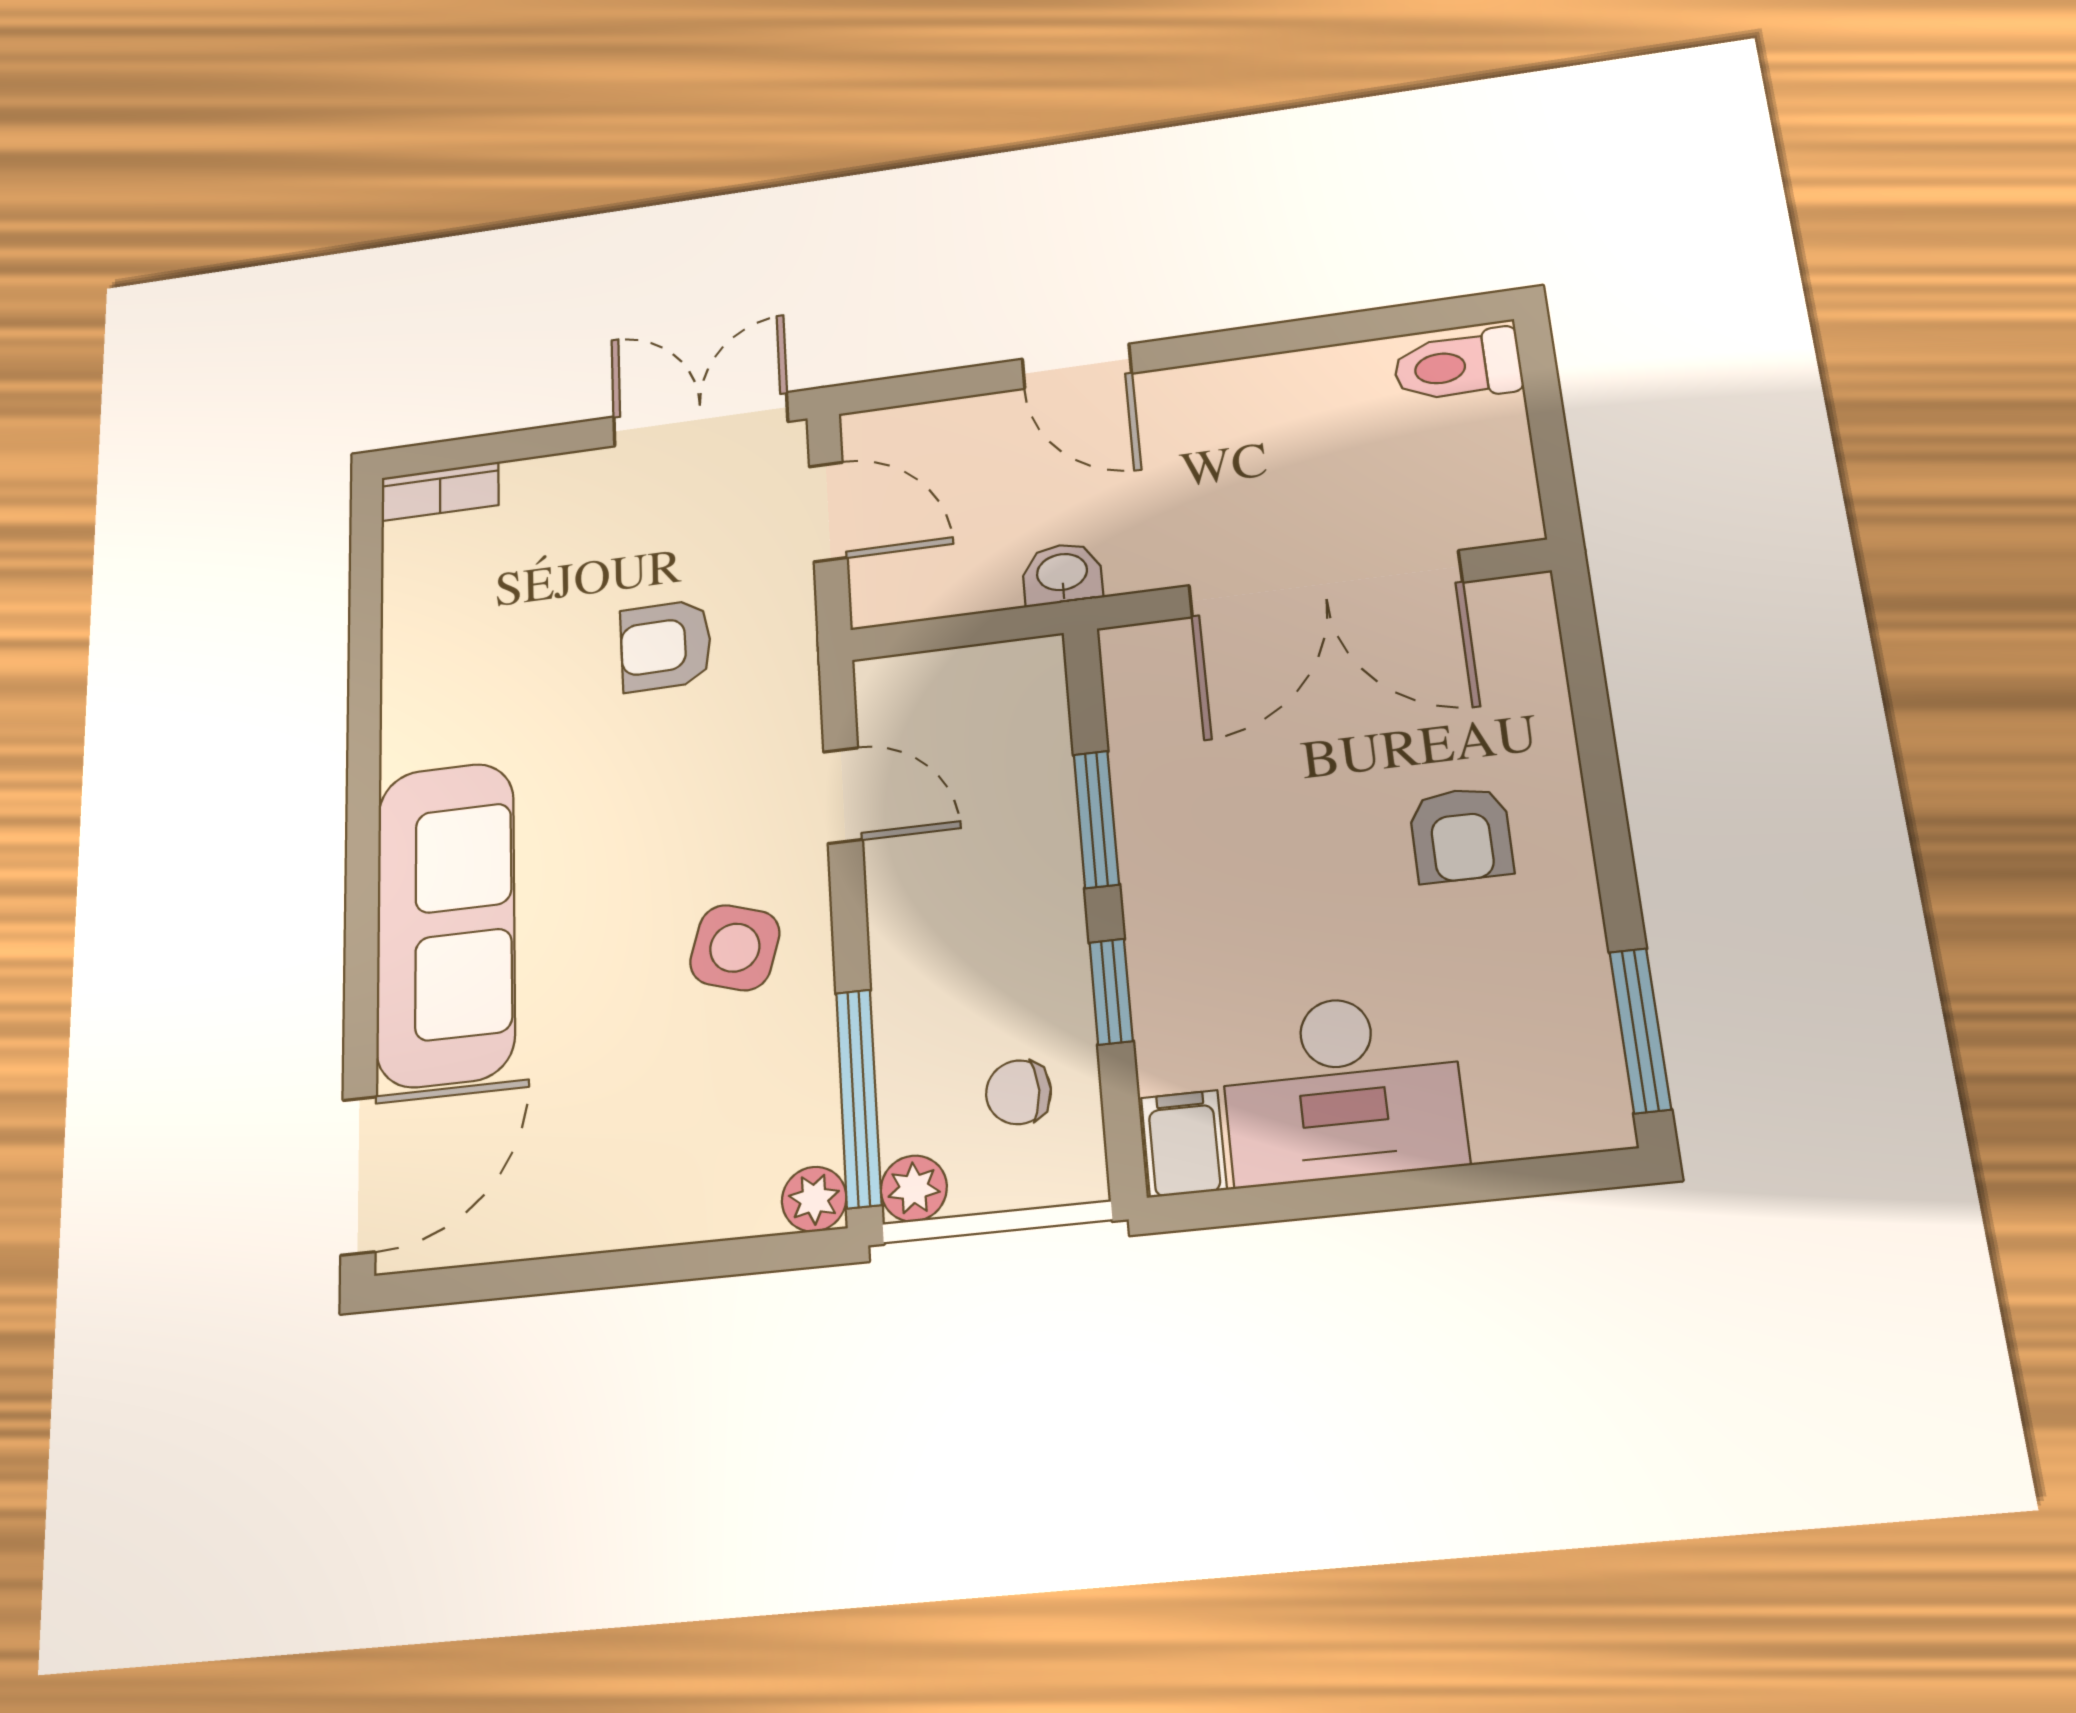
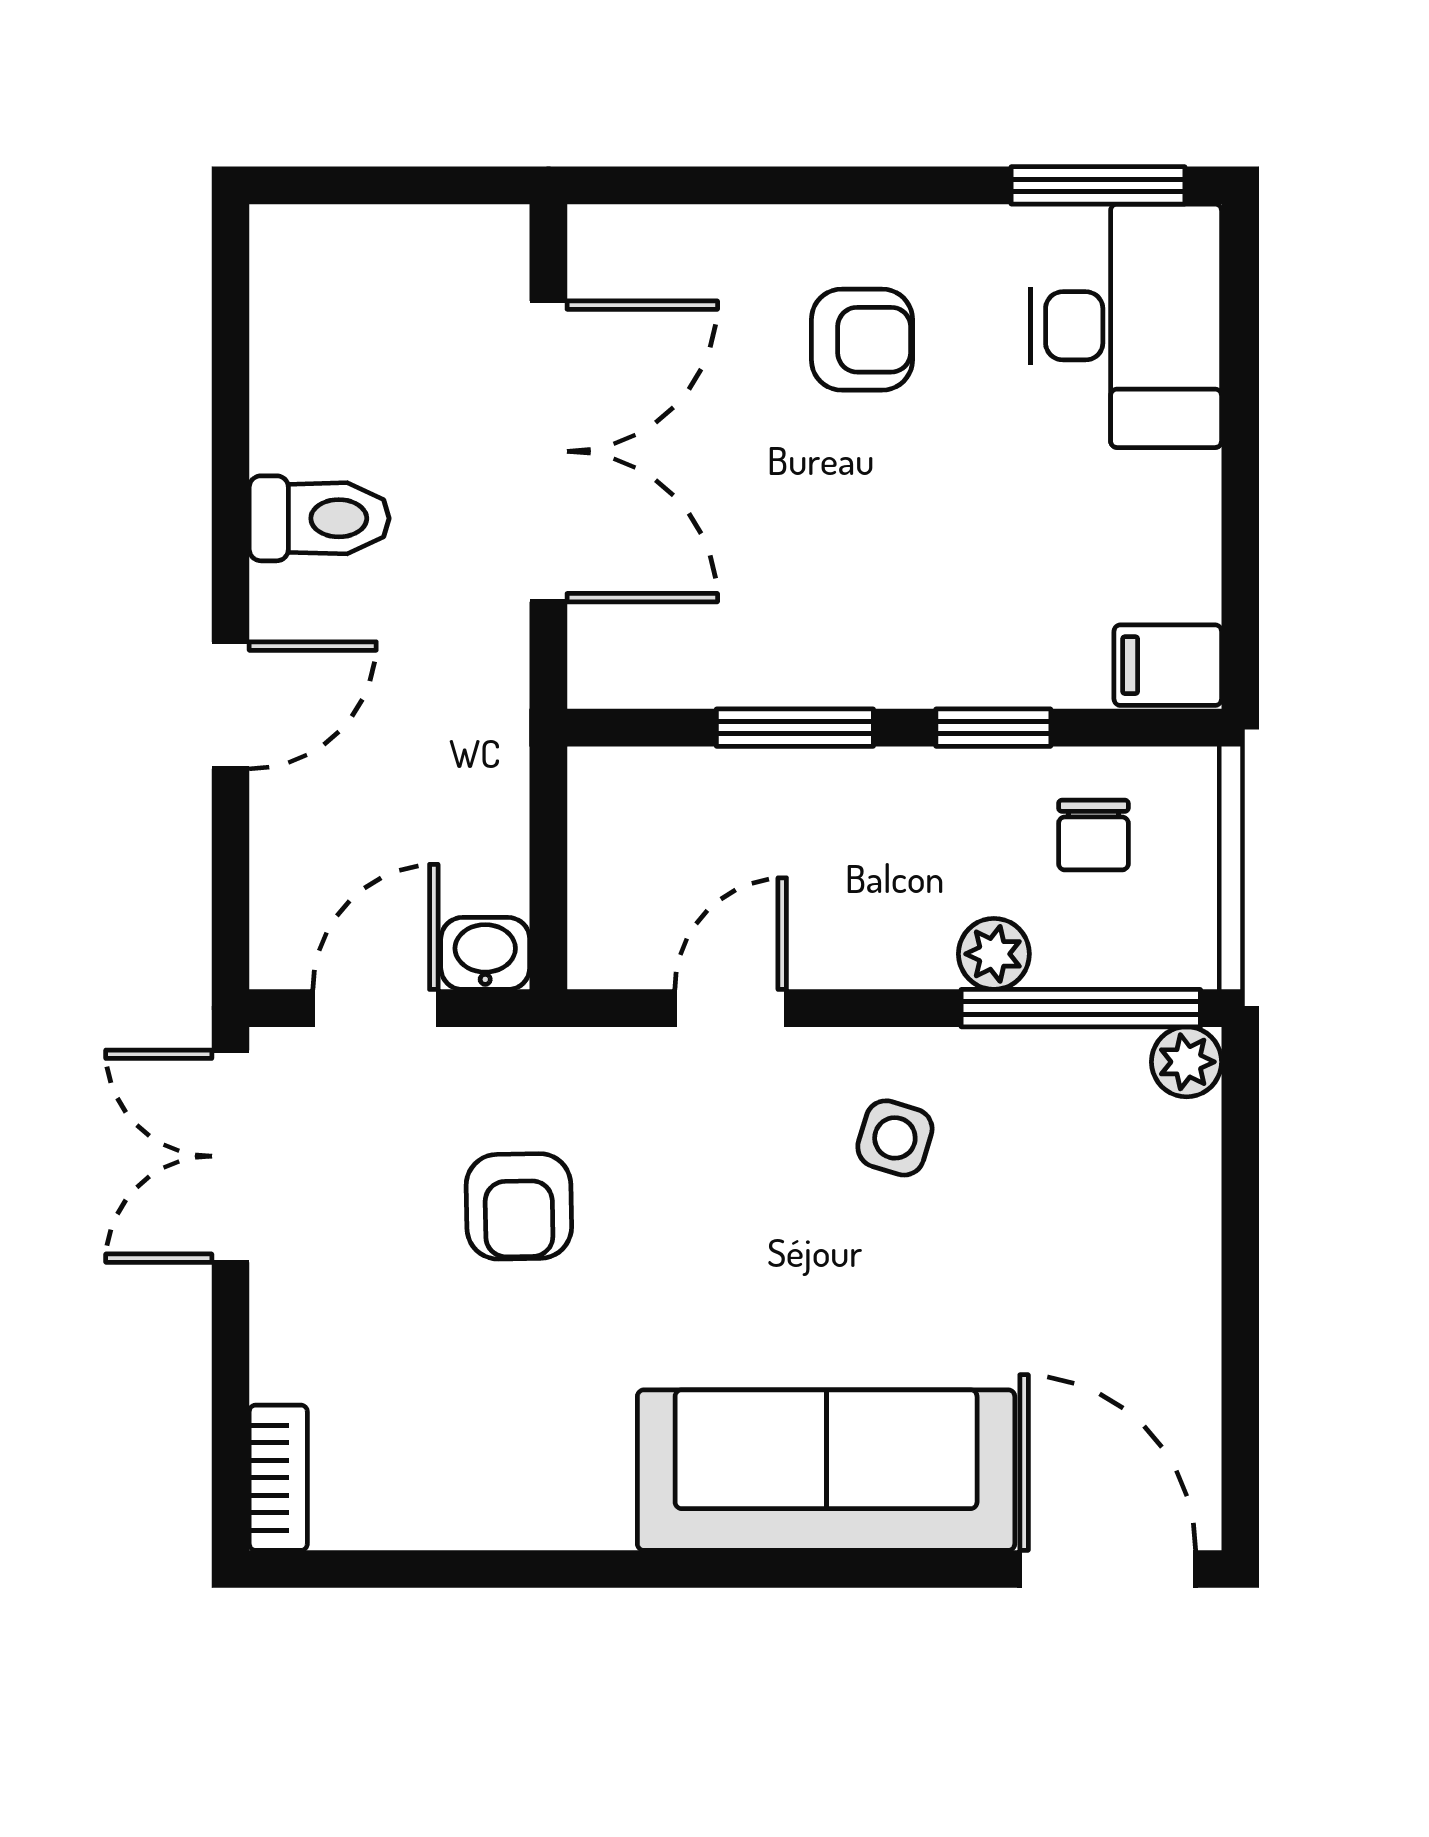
toilet: (1458, 366) -> (319, 518), moved, turned -90
washbasin: (1062, 574) -> (485, 953), moved, turned 90
side table: (735, 948) -> (895, 1138), width x0.73, depth x0.73
desk: (1342, 1088) -> (1126, 326), moved
plant: (914, 1188) -> (994, 954), moved

